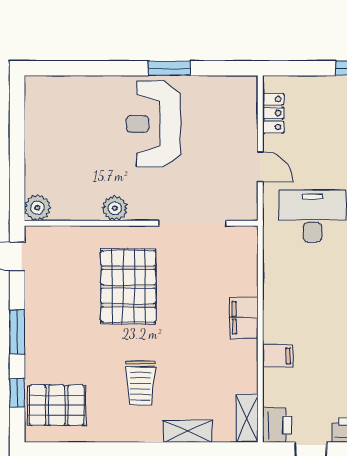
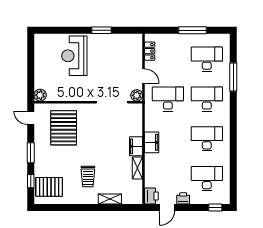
reception desk: (153, 124) -> (74, 56), moved
plant: (115, 208) -> (137, 95), moved
pallet: (128, 286) -> (64, 128), moved
filing cabinet: (278, 356) -> (152, 142), moved, width x2.00
shelving: (247, 418) -> (137, 168), moved

